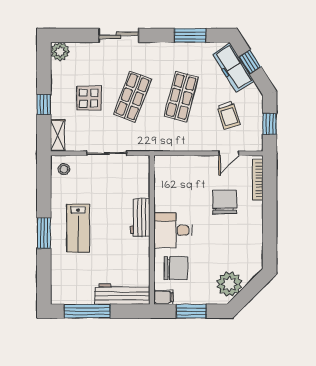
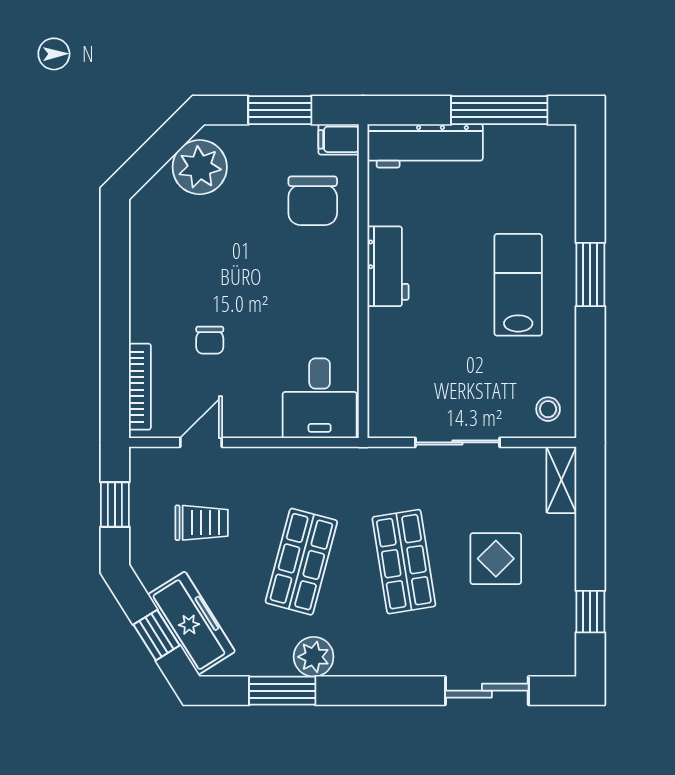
sliding door: (119, 35) -> (487, 691), moved
plant: (60, 51) -> (314, 657), moved
shop shelf: (132, 97) -> (404, 562), turned -30
window: (44, 104) -> (590, 612), moved
trolley: (228, 115) -> (202, 523), turned 107
chair: (225, 202) -> (210, 340), width x0.54, depth x0.54
workbench: (140, 218) -> (388, 266), moved
desk: (173, 230) -> (320, 398), moved, turned 90
chair: (176, 268) -> (313, 201), turned -90

